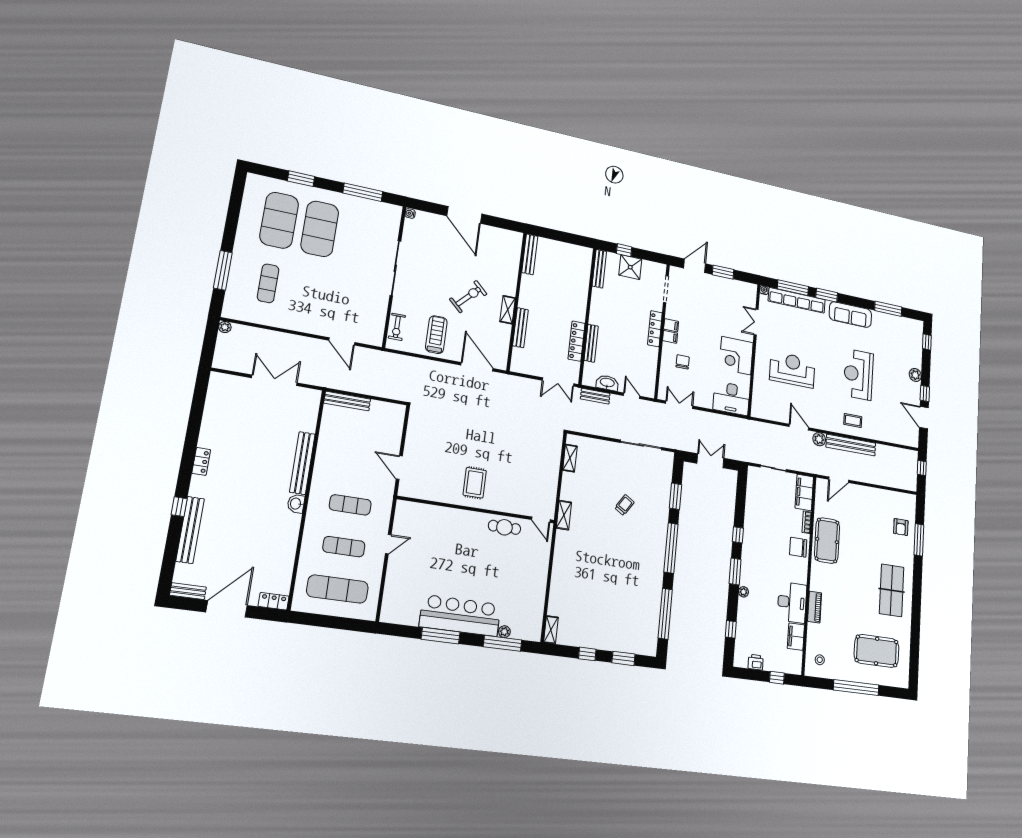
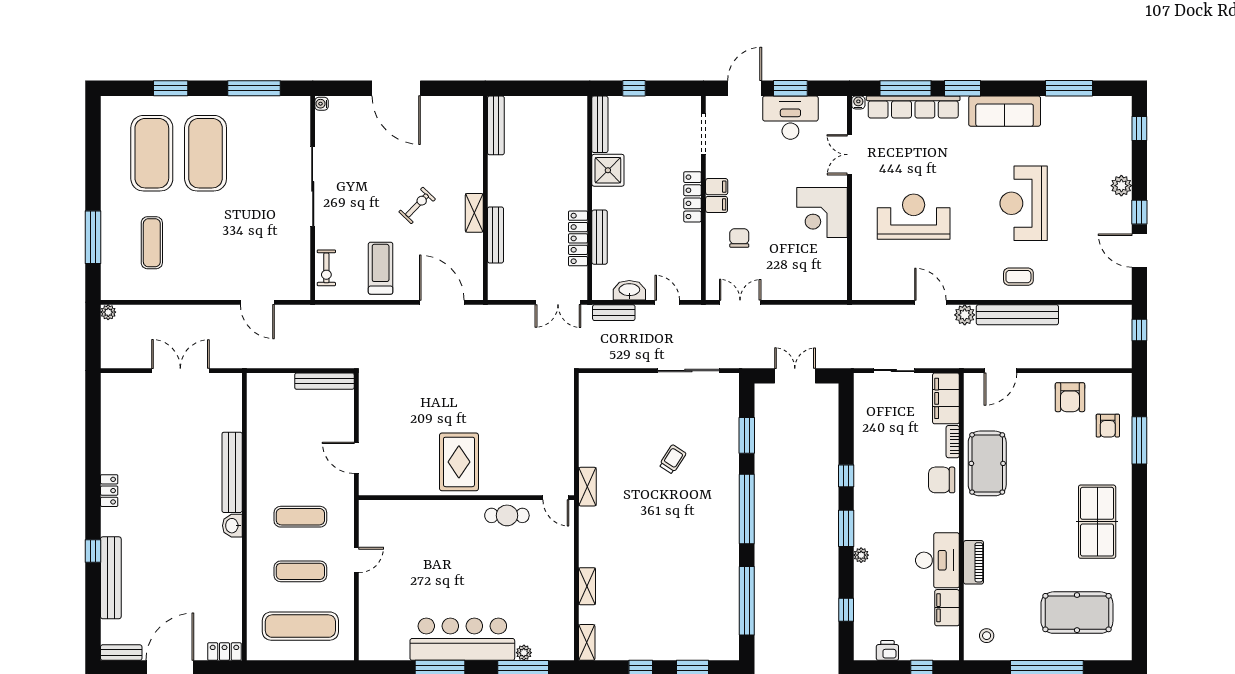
shower: (630, 267) -> (608, 170), moved
exercise bike: (468, 297) -> (417, 205), width x0.73, depth x0.72
desk: (731, 398) -> (790, 118), moved, turned 180
bench: (347, 401) -> (324, 381), moved
shelving: (570, 458) -> (587, 586), moved
rug: (475, 483) -> (459, 462), width x1.36, depth x1.43
armchair: (879, 505) -> (1070, 397), added

